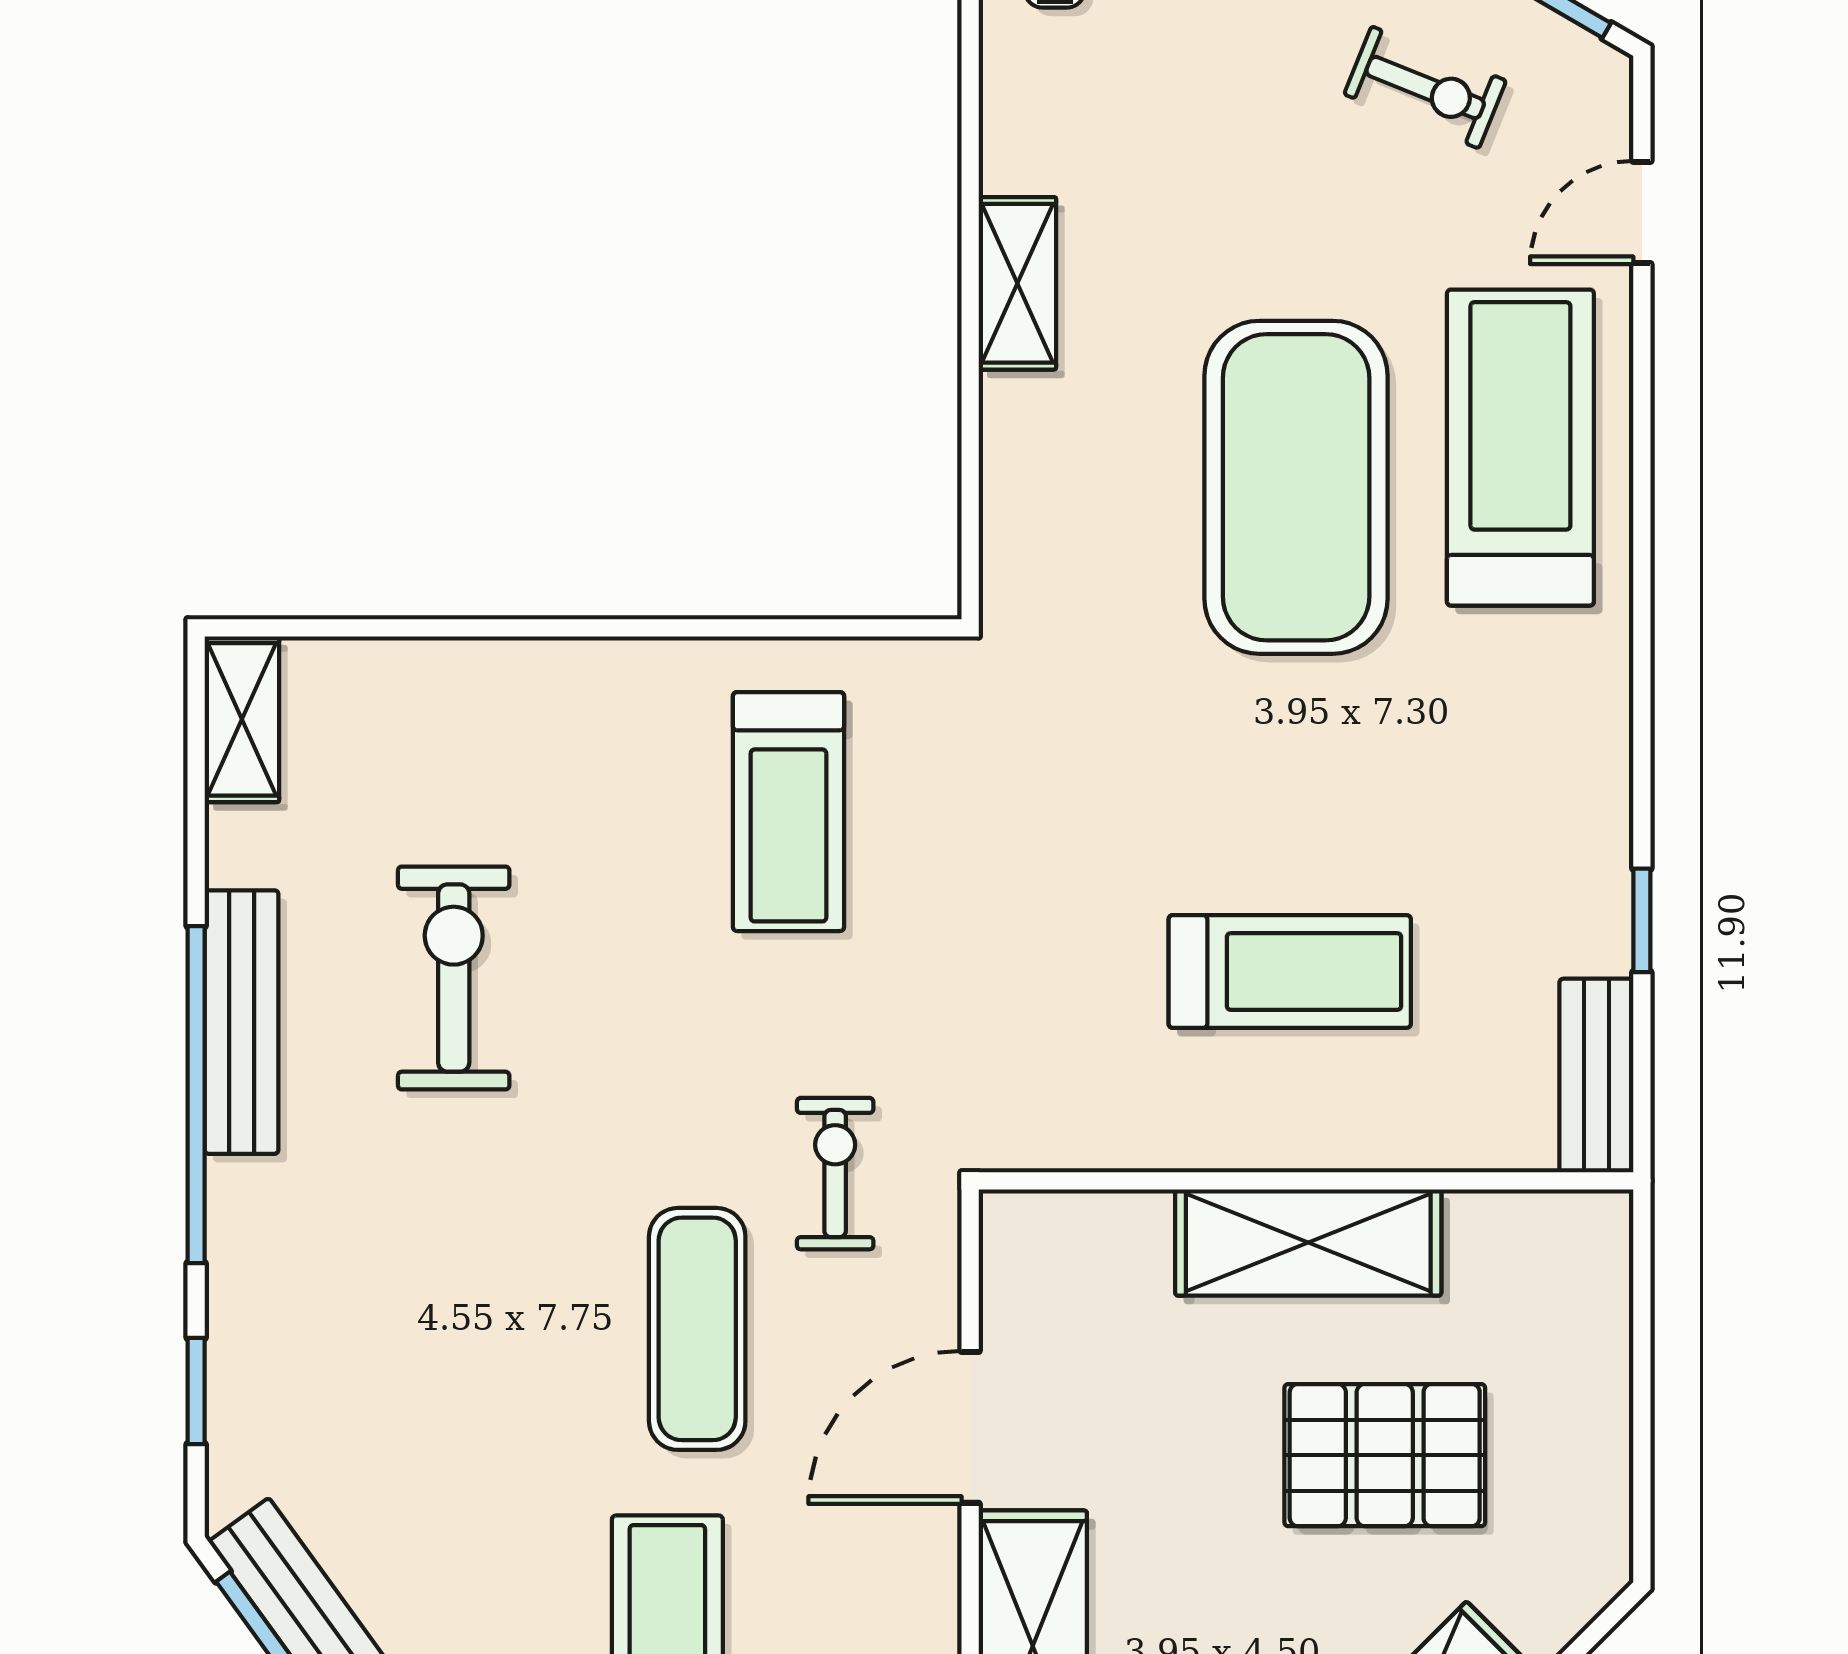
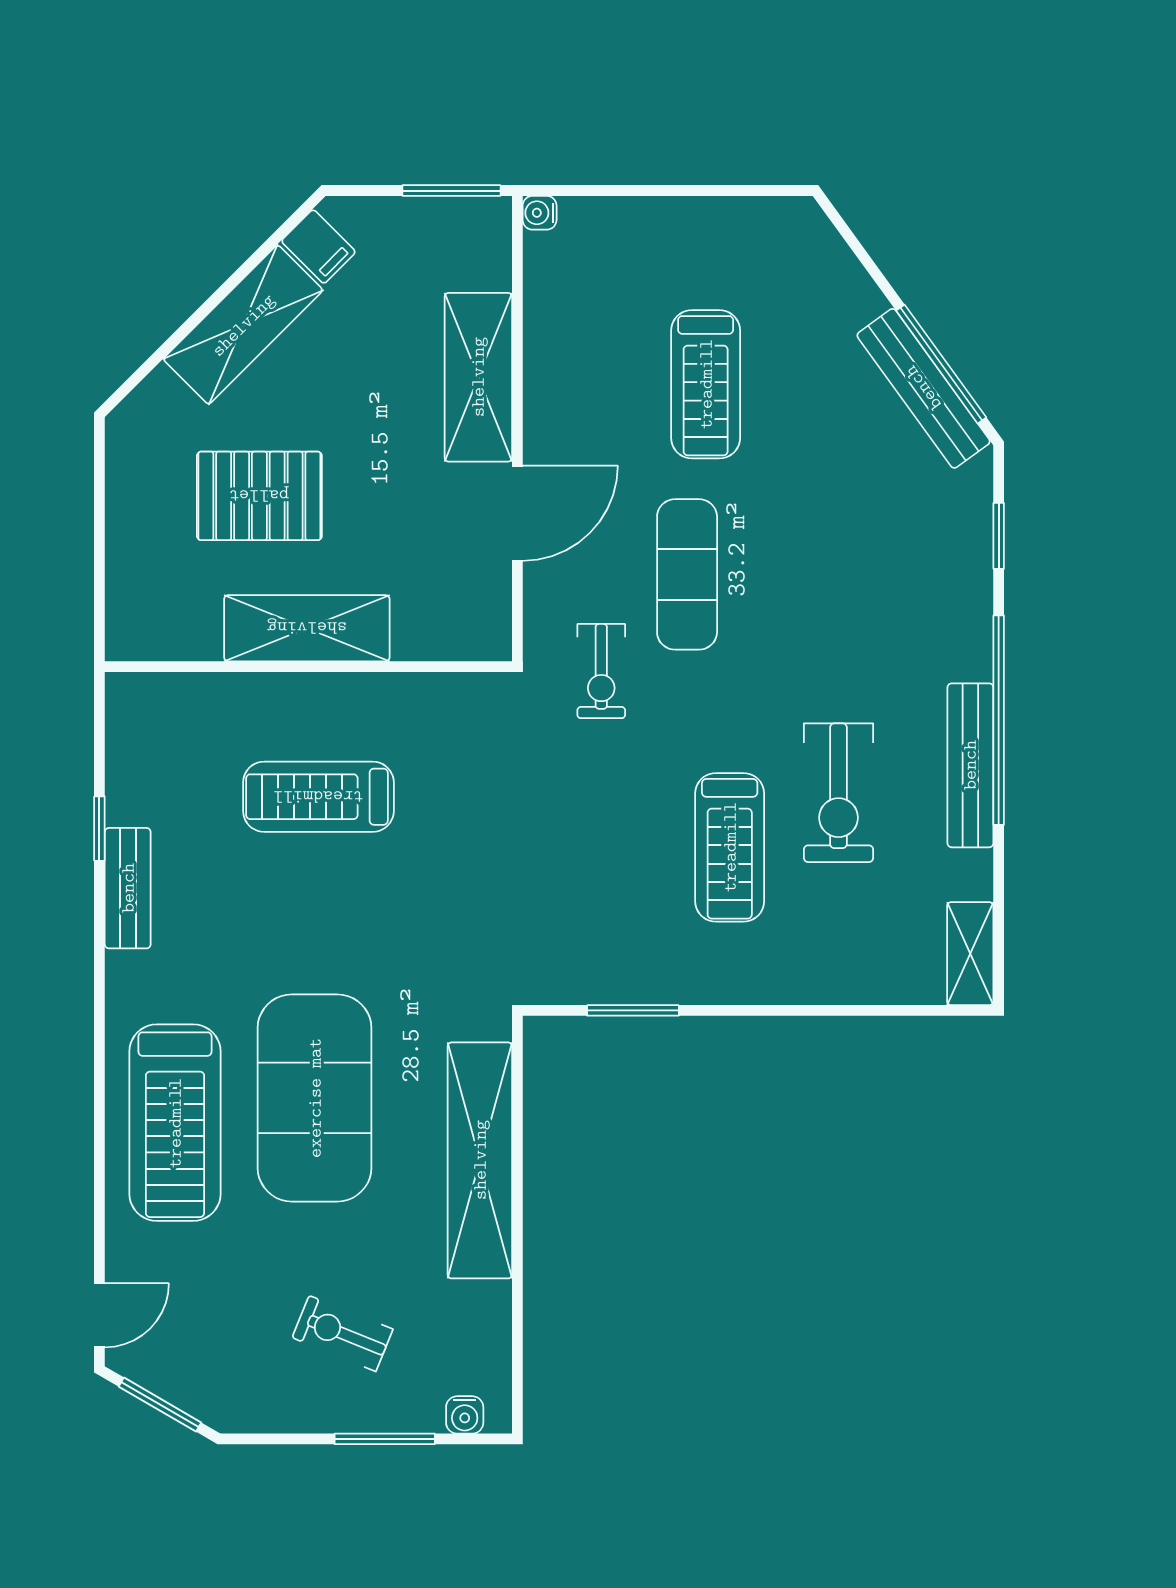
exercise bike: (1425, 87) -> (343, 1333), moved
door: (1642, 212) -> (99, 1315), moved
shelving: (1017, 283) -> (480, 1160), width x2.20, depth x1.33
window: (784, 628) -> (633, 1010), added
treadmill: (788, 812) -> (730, 847), moved, turned 180
bench: (1596, 1075) -> (128, 888), moved

